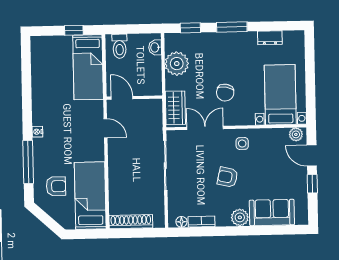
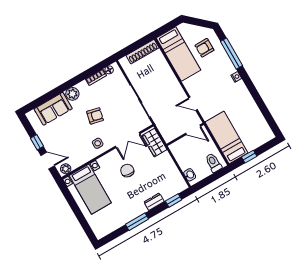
window: (232, 27) -> (137, 222), moved
dresser: (270, 38) -> (154, 202), moved
plant: (177, 64) -> (170, 172), removed

